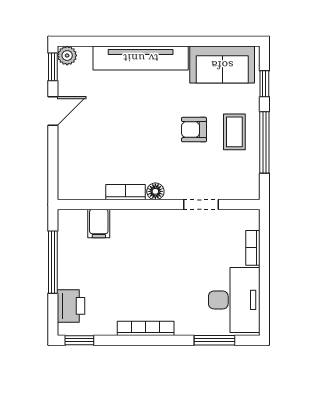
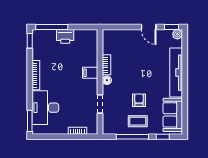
filing cabinet: (99, 224) -> (90, 73), moved
window: (53, 262) -> (52, 27), moved
desk: (234, 300) -> (45, 108), moved, turned 90
printer: (71, 306) -> (65, 36), moved
window: (214, 340) -> (30, 121), moved

